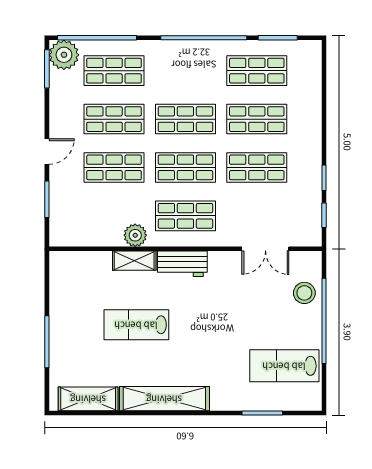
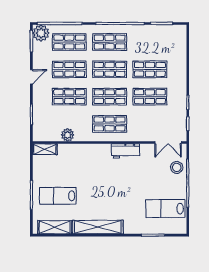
shop shelf: (257, 71) -> (110, 42), moved
door: (47, 151) -> (31, 77), moved
plant: (135, 235) -> (68, 135), moved
double door: (265, 249) -> (168, 143), moved
shelving: (134, 261) -> (45, 149), moved
workbench: (182, 264) -> (125, 151), moved
lab bench: (136, 325) -> (58, 196), moved

